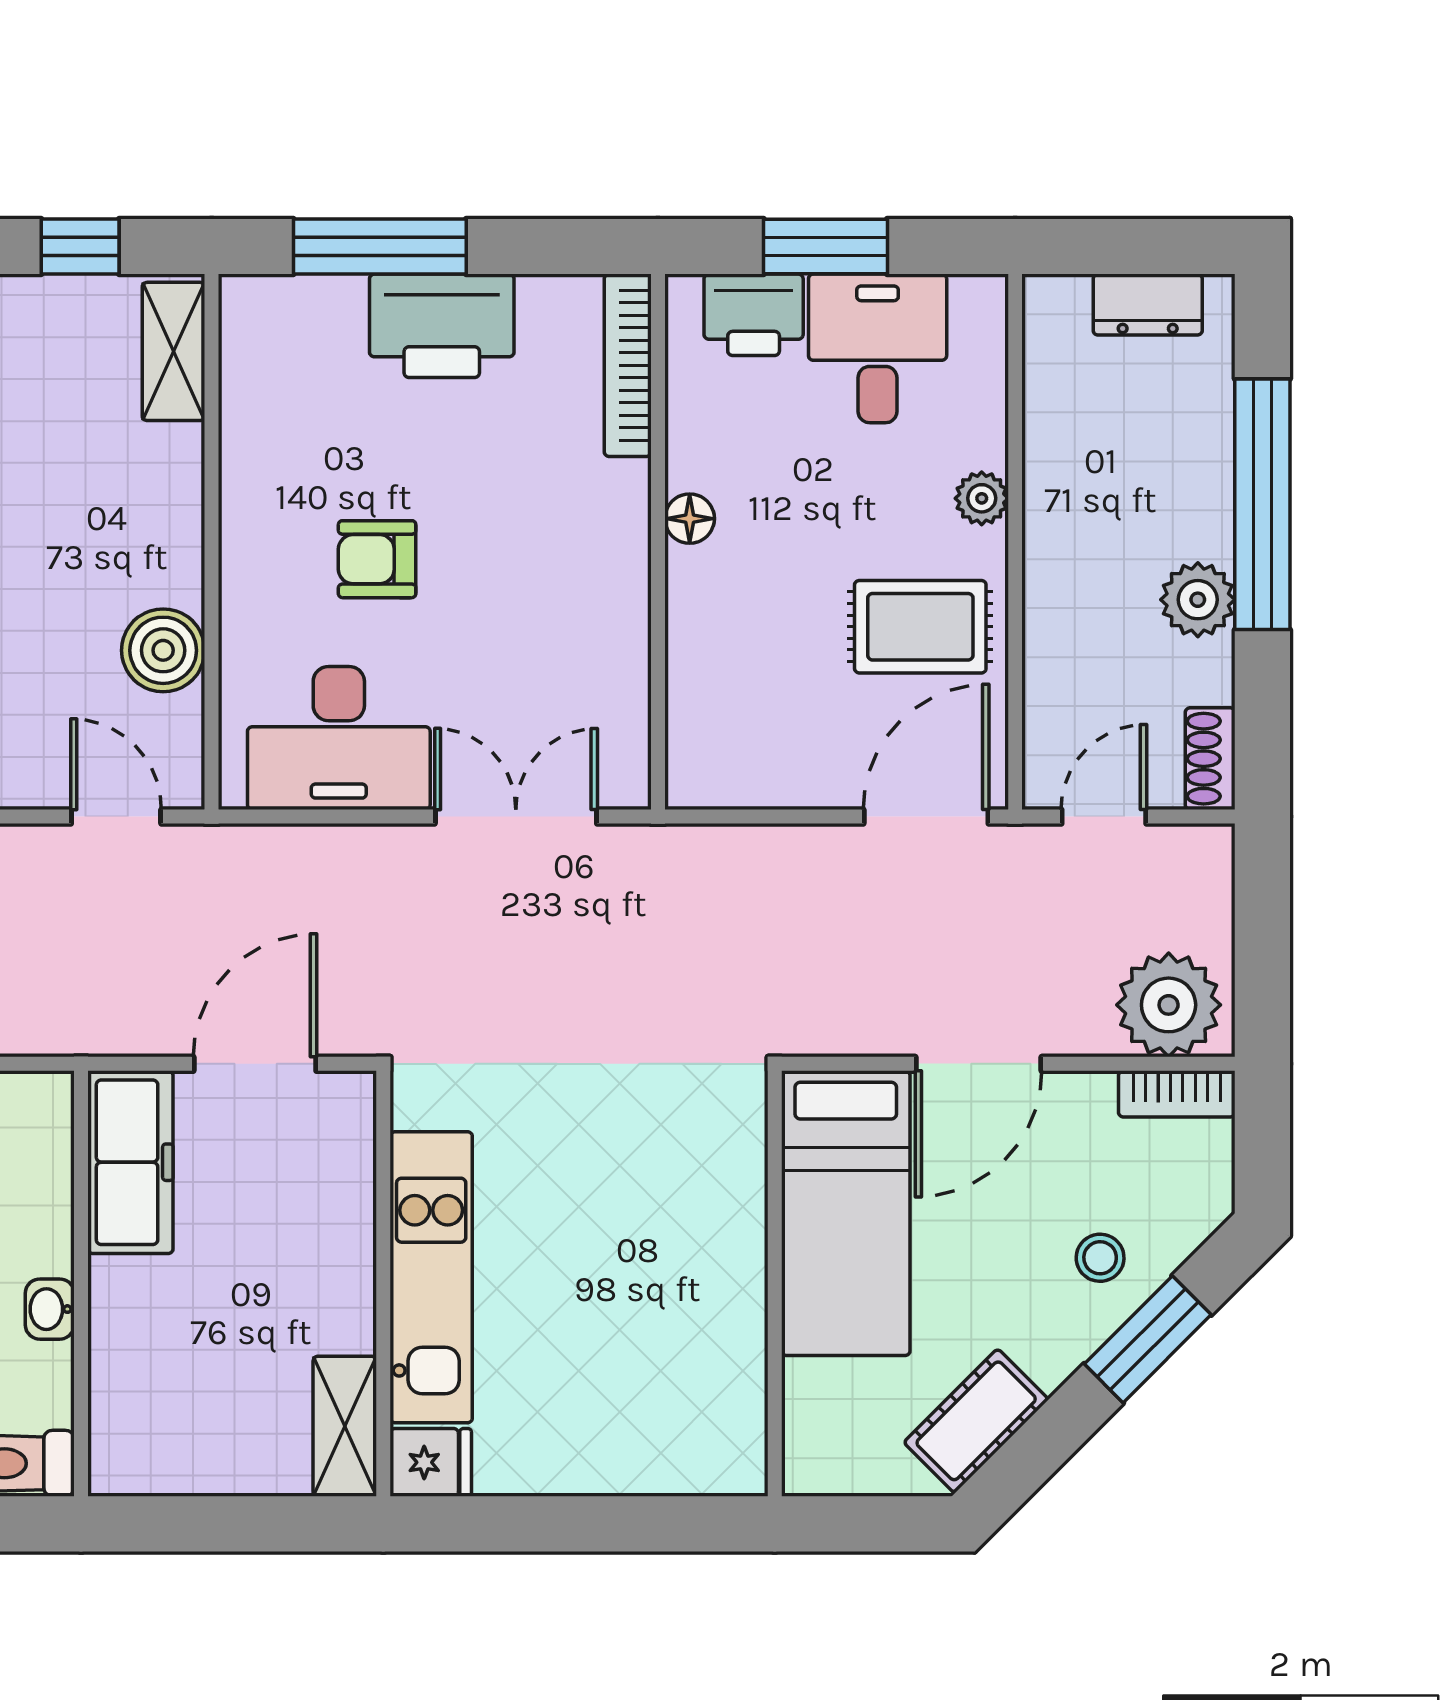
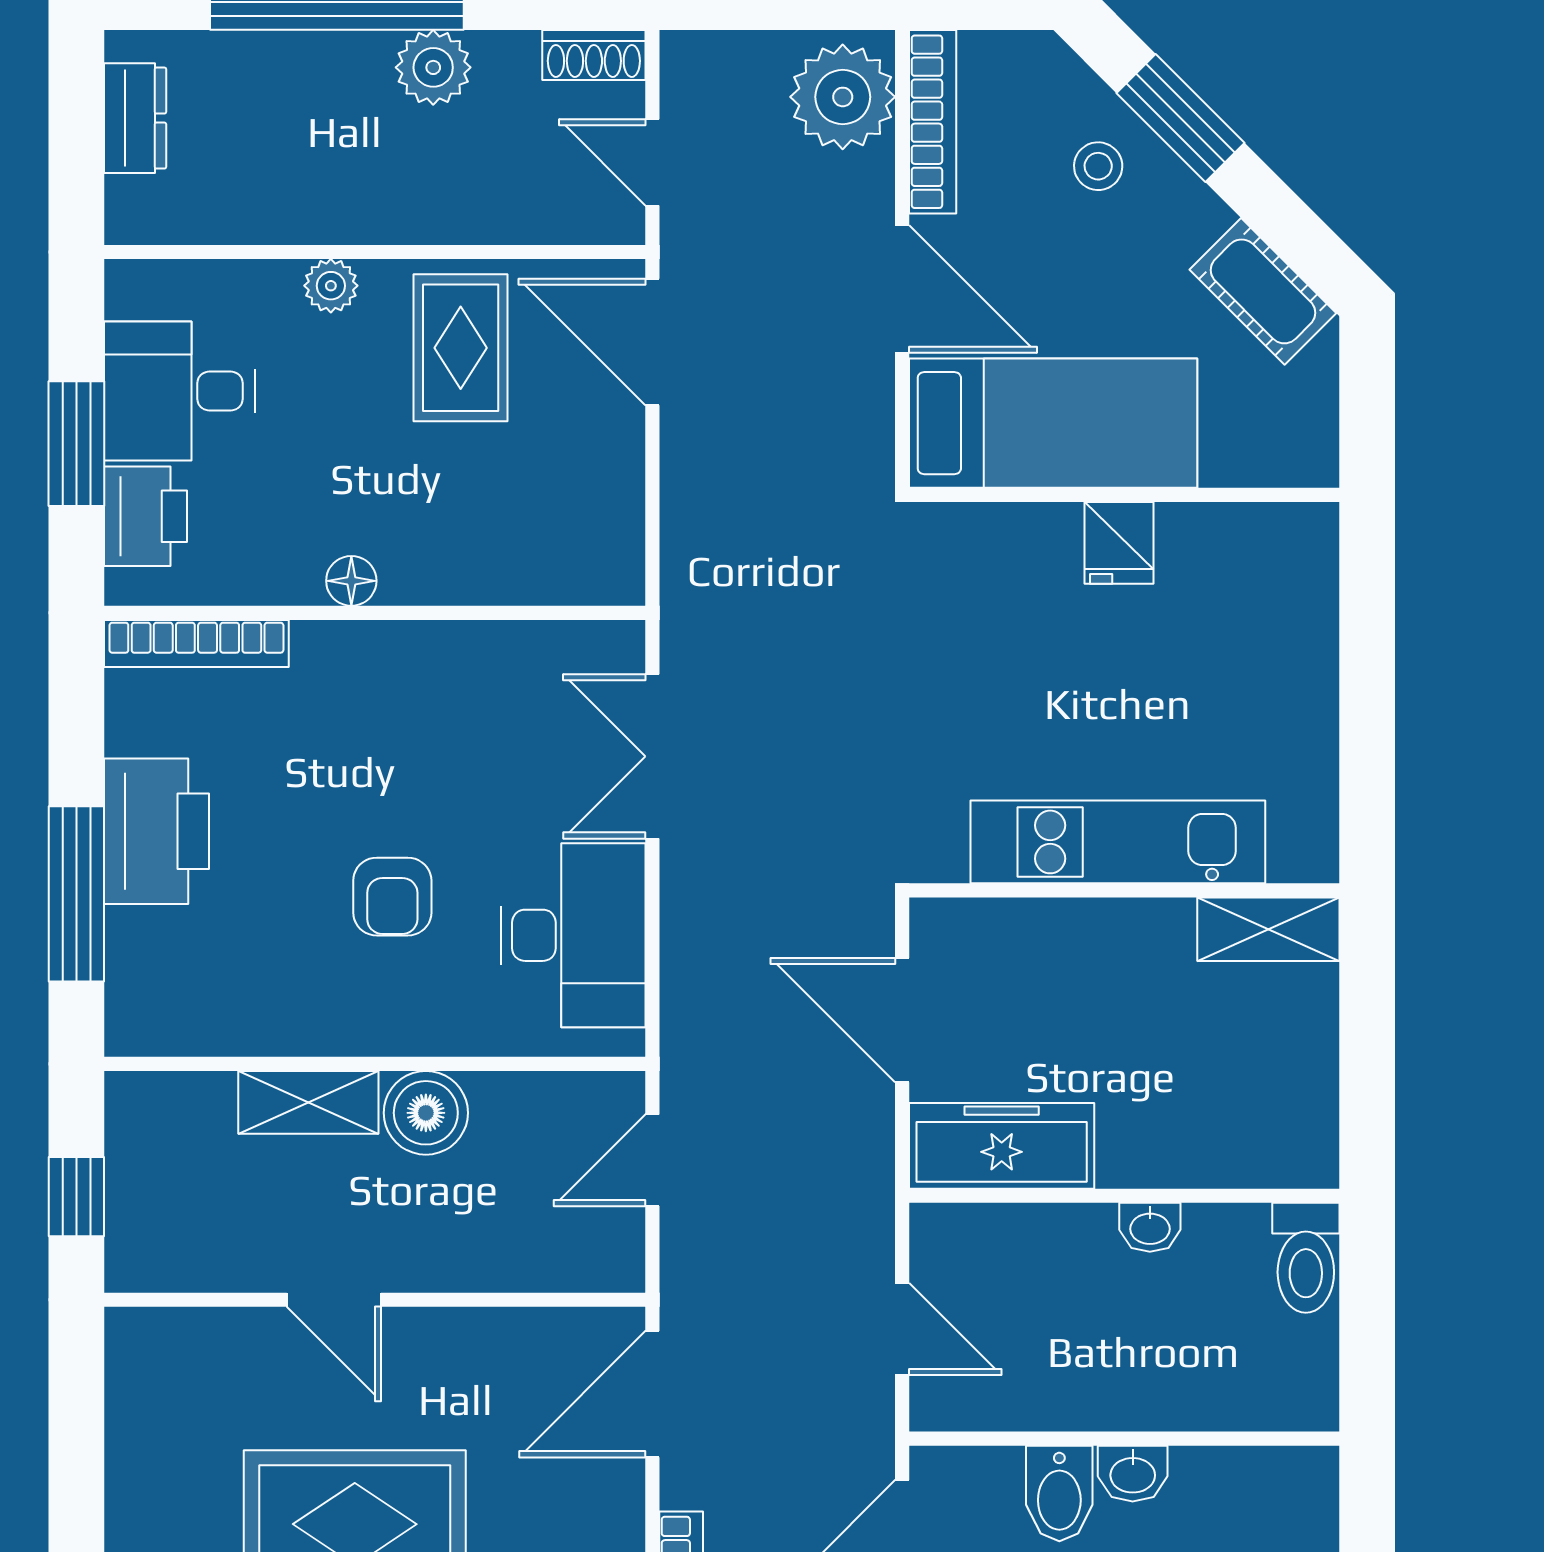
shelving: (174, 351) -> (308, 1102), moved
boiler: (163, 650) -> (426, 1113), moved
bookcase: (1177, 1094) -> (933, 122), width x1.56
fridge: (431, 1462) -> (1119, 543), moved, turned 180

